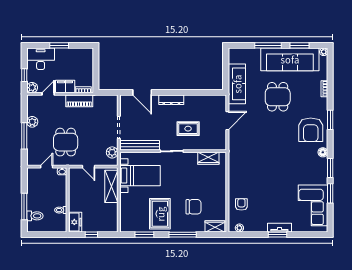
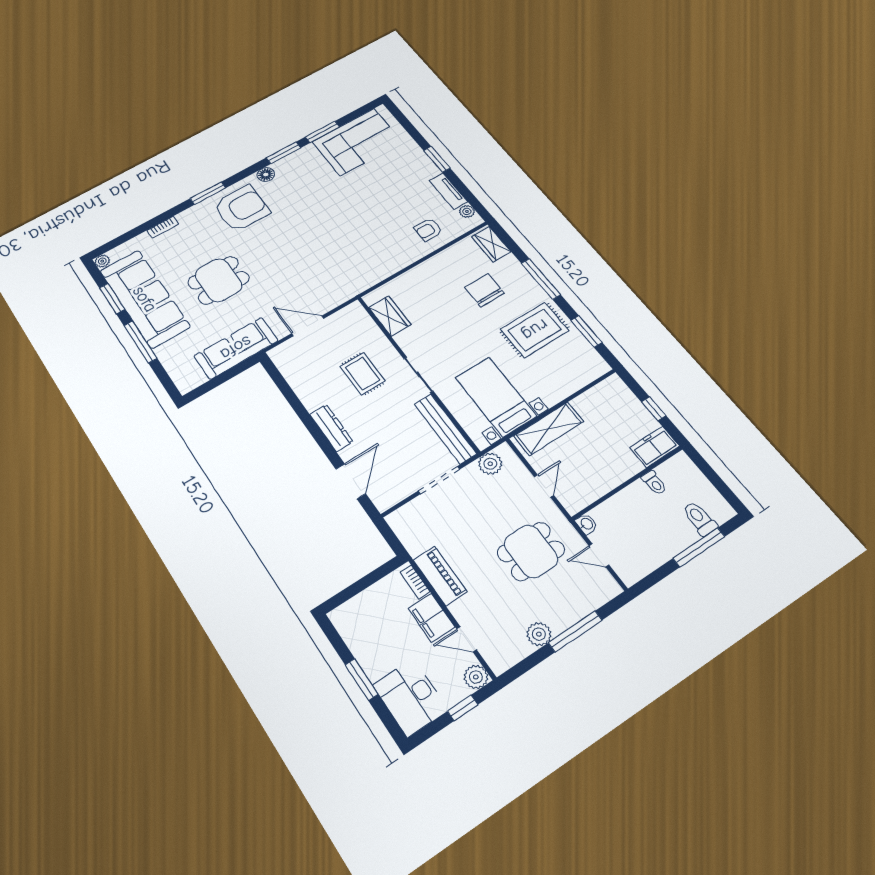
tv unit: (279, 228) -> (448, 191), moved

